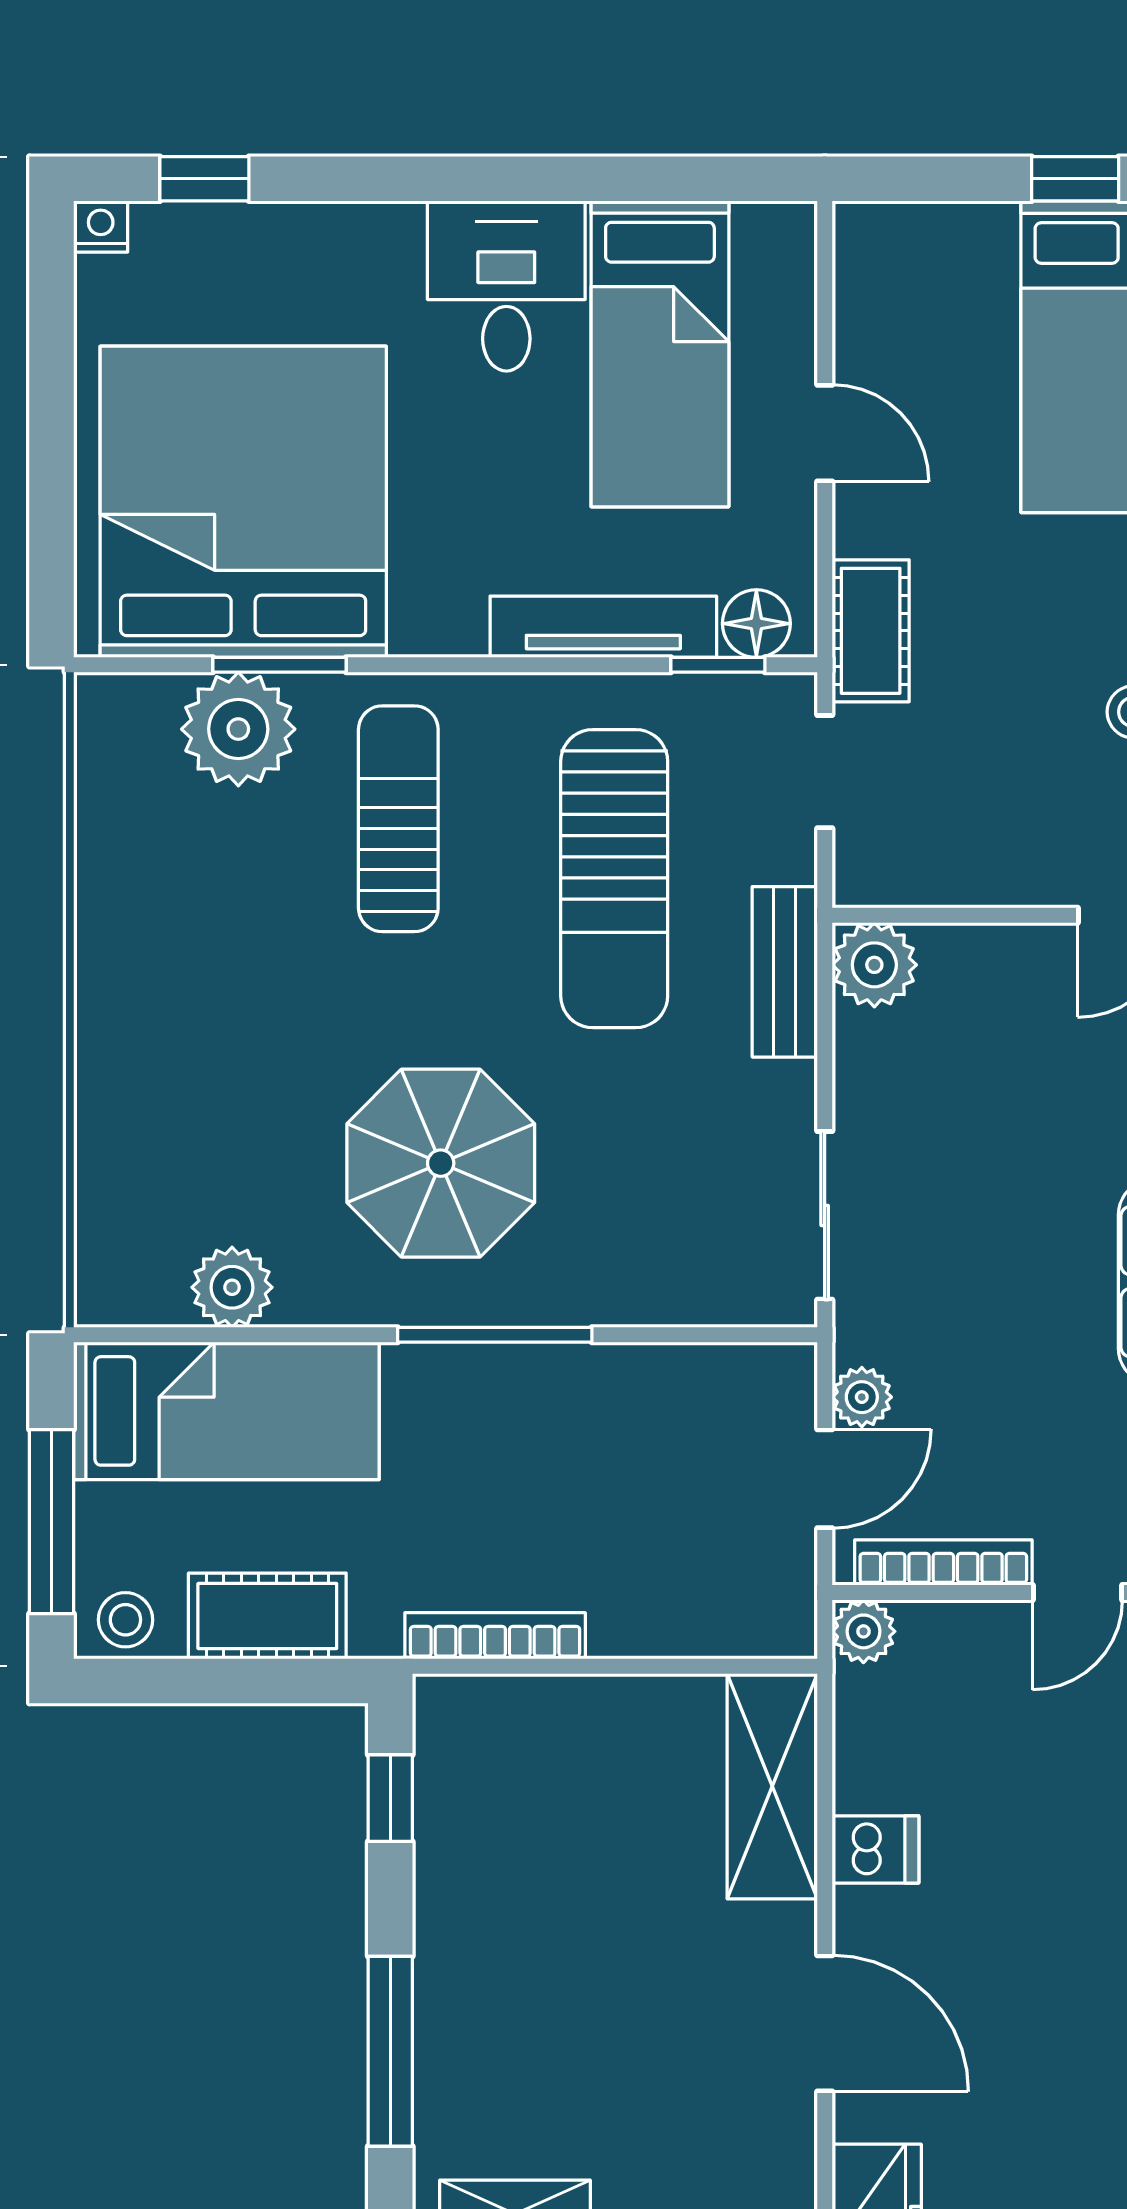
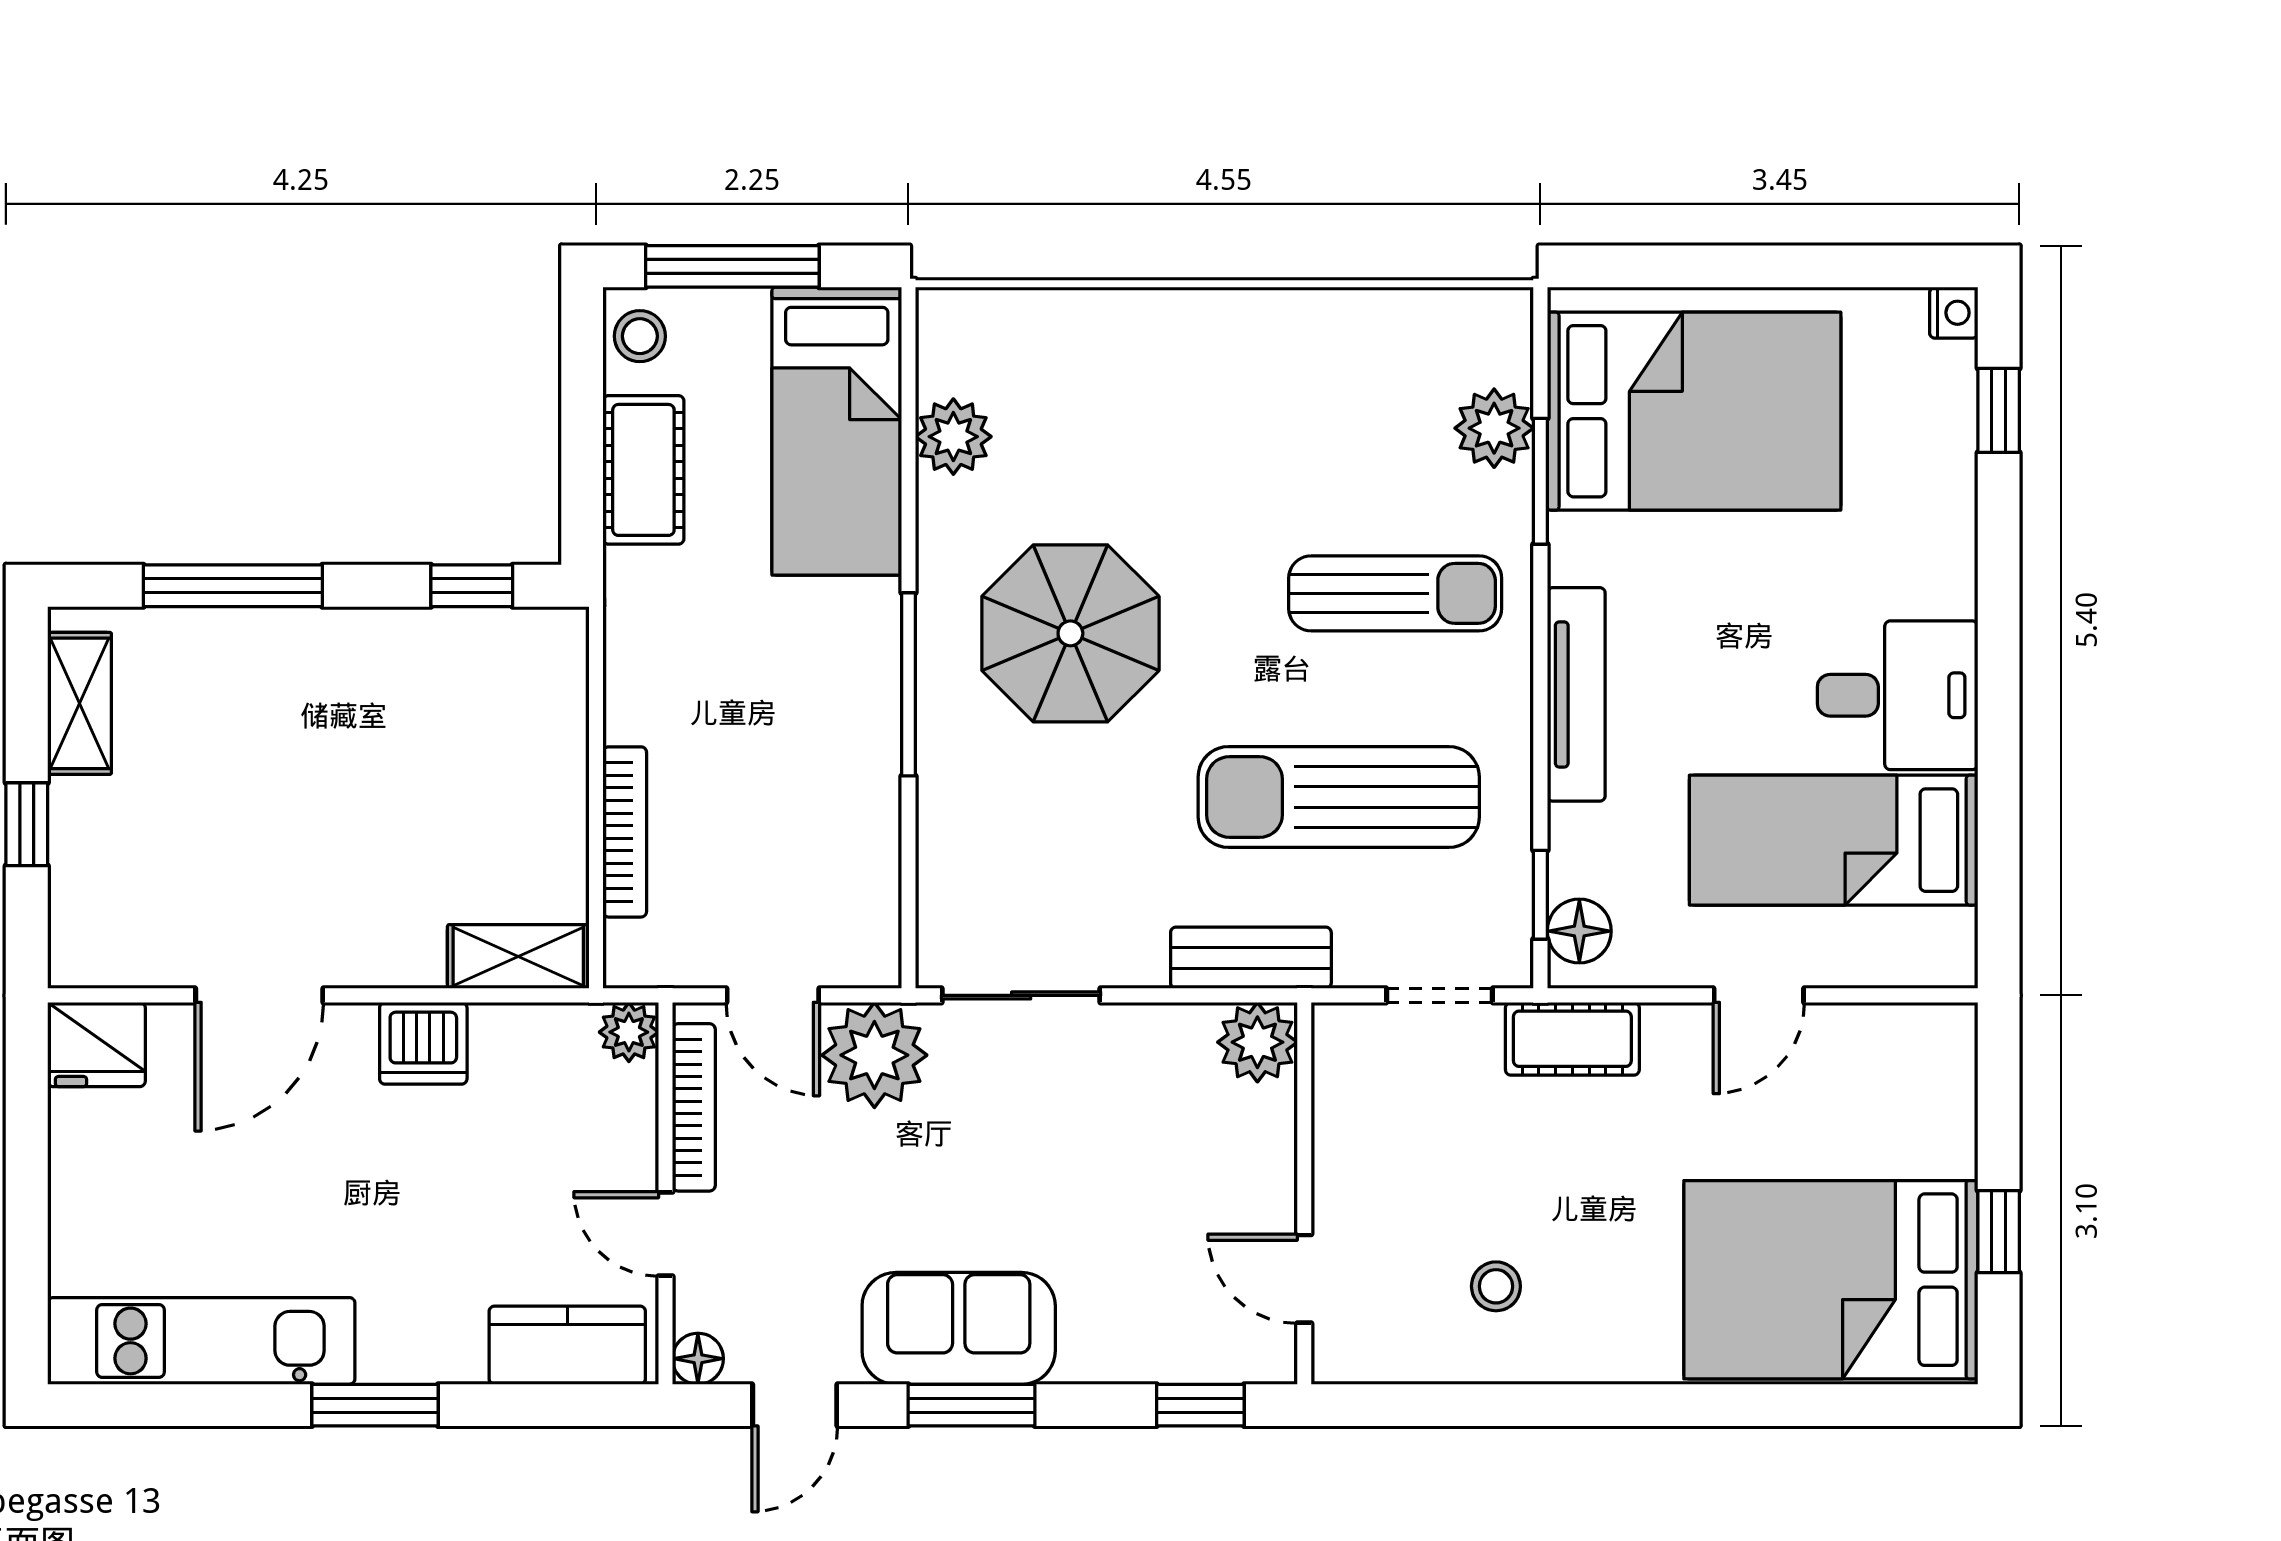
bed: (243, 502) -> (1694, 411), width x0.73
tv unit: (603, 627) -> (1576, 694), moved
plant: (238, 729) -> (1494, 428), width x0.73, depth x0.73
plant: (862, 1397) -> (874, 1055), width x1.87, depth x1.87
bookcase: (495, 1636) -> (625, 832), moved
shelving: (772, 1786) -> (518, 957), width x0.67, depth x0.75
dishwasher: (875, 1849) -> (423, 1043), width x1.38

